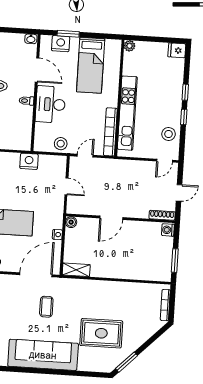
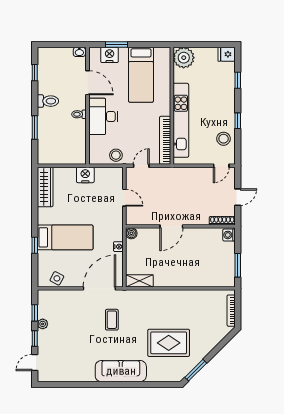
plant: (130, 46) -> (184, 58), width x1.88, depth x1.88
window: (185, 92) -> (238, 80), moved
sofa: (43, 355) -> (121, 371), width x0.74, depth x0.79

